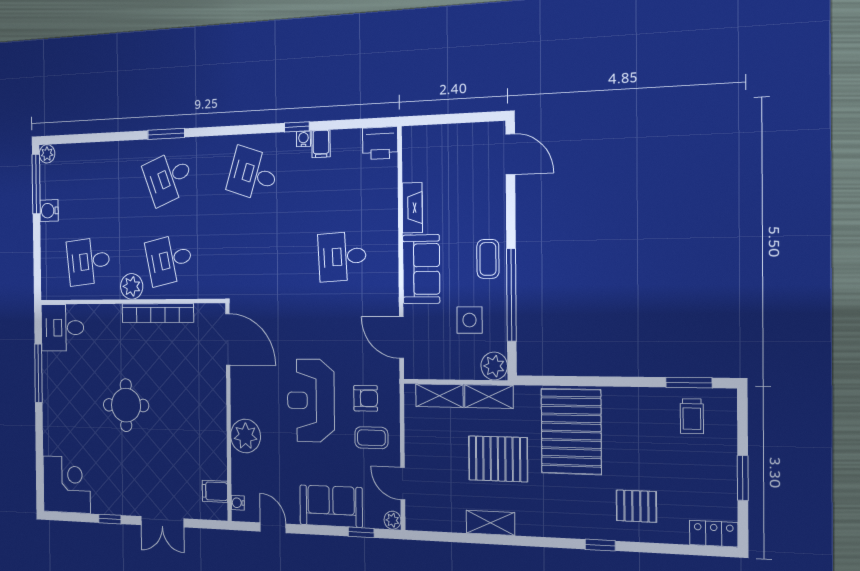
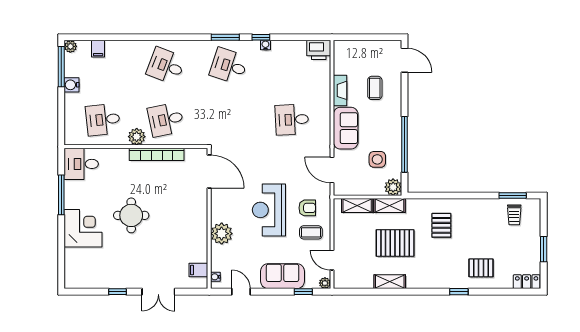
window: (166, 134) -> (225, 37), moved
filing cabinet: (321, 144) -> (98, 49), moved
desk: (168, 178) -> (166, 66), turned 42
coffee table: (488, 259) -> (375, 88), moved
pallet: (571, 431) -> (441, 225), width x0.49, depth x0.50
corner desk: (67, 485) -> (83, 228), moved

